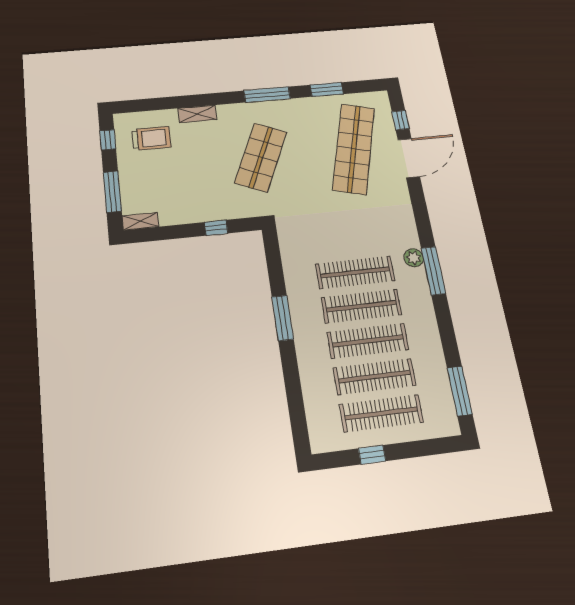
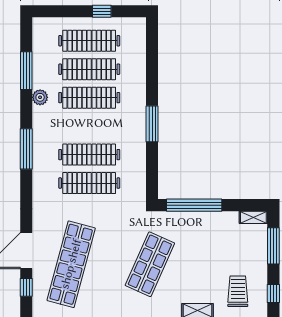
trolley: (151, 138) -> (238, 291), turned 90
window: (216, 228) -> (194, 205), width x3.17
plant: (414, 258) -> (40, 97), moved
clothes rail: (361, 306) -> (89, 183), moved
window: (460, 391) -> (26, 71), moved

